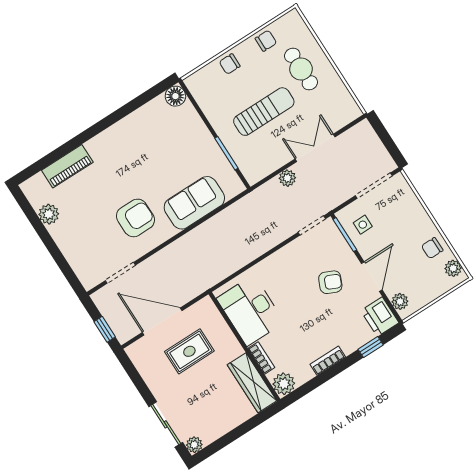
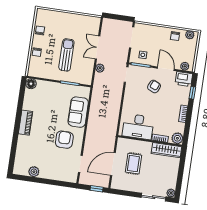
cafe table: (301, 69) -> (63, 26), removed
piano: (67, 166) -> (26, 123), moved

